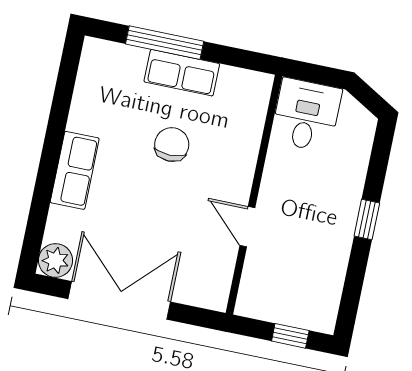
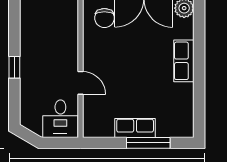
chair: (172, 145) -> (104, 18), moved
door: (247, 227) -> (80, 83), moved

